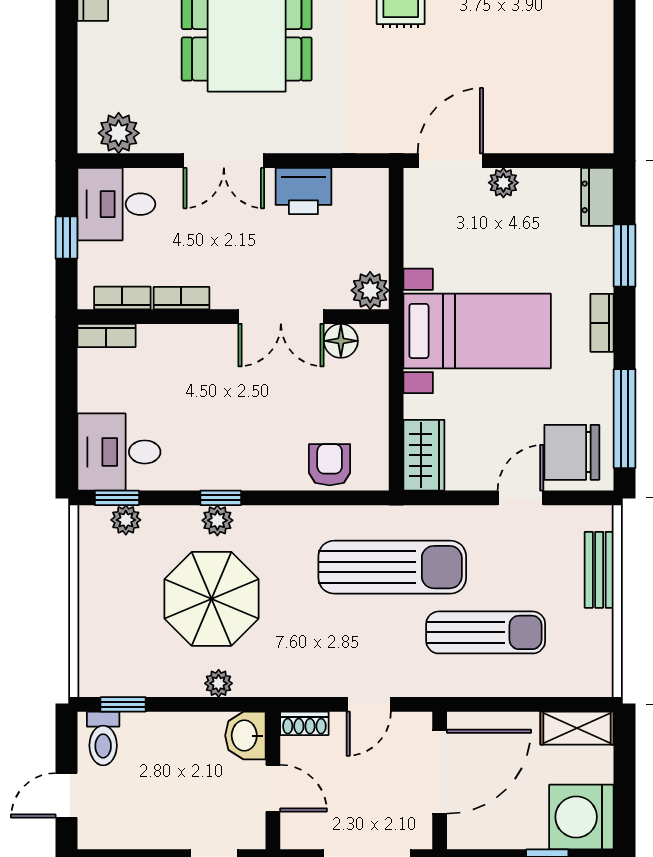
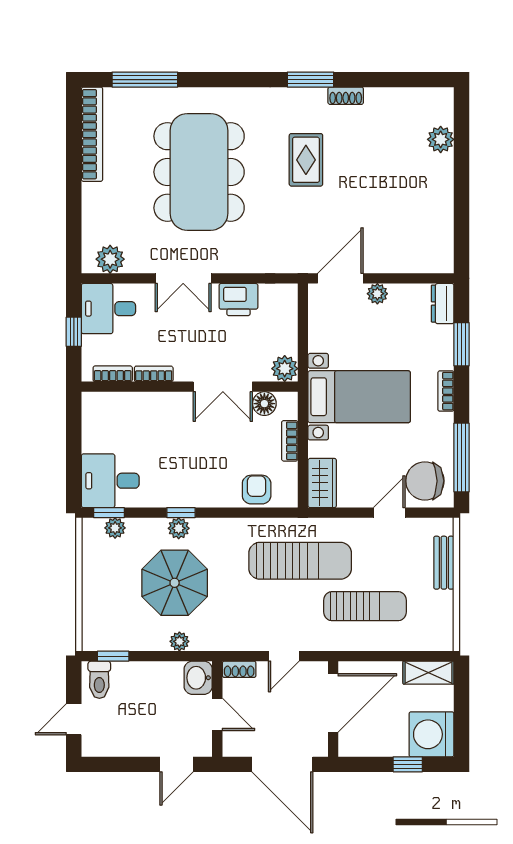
bookcase: (106, 335) -> (290, 441), moved, turned 90

